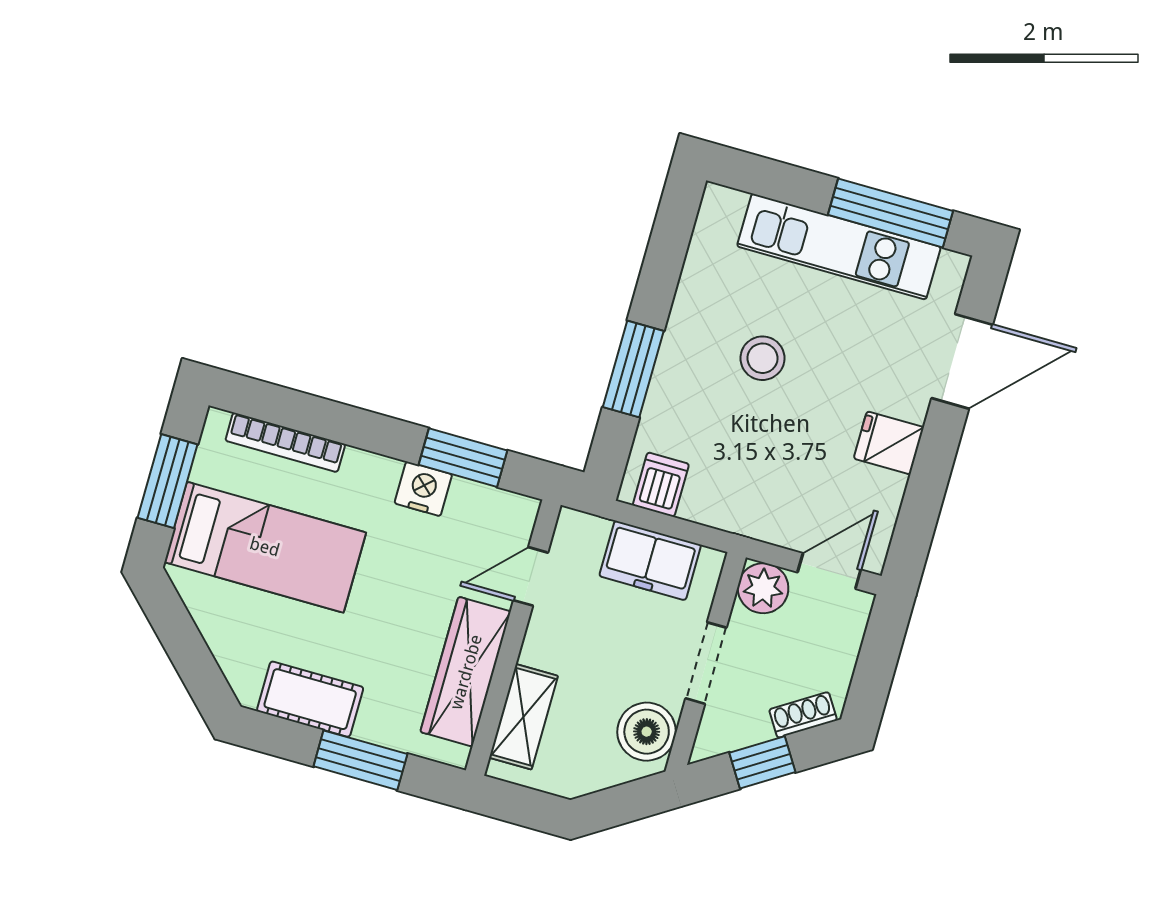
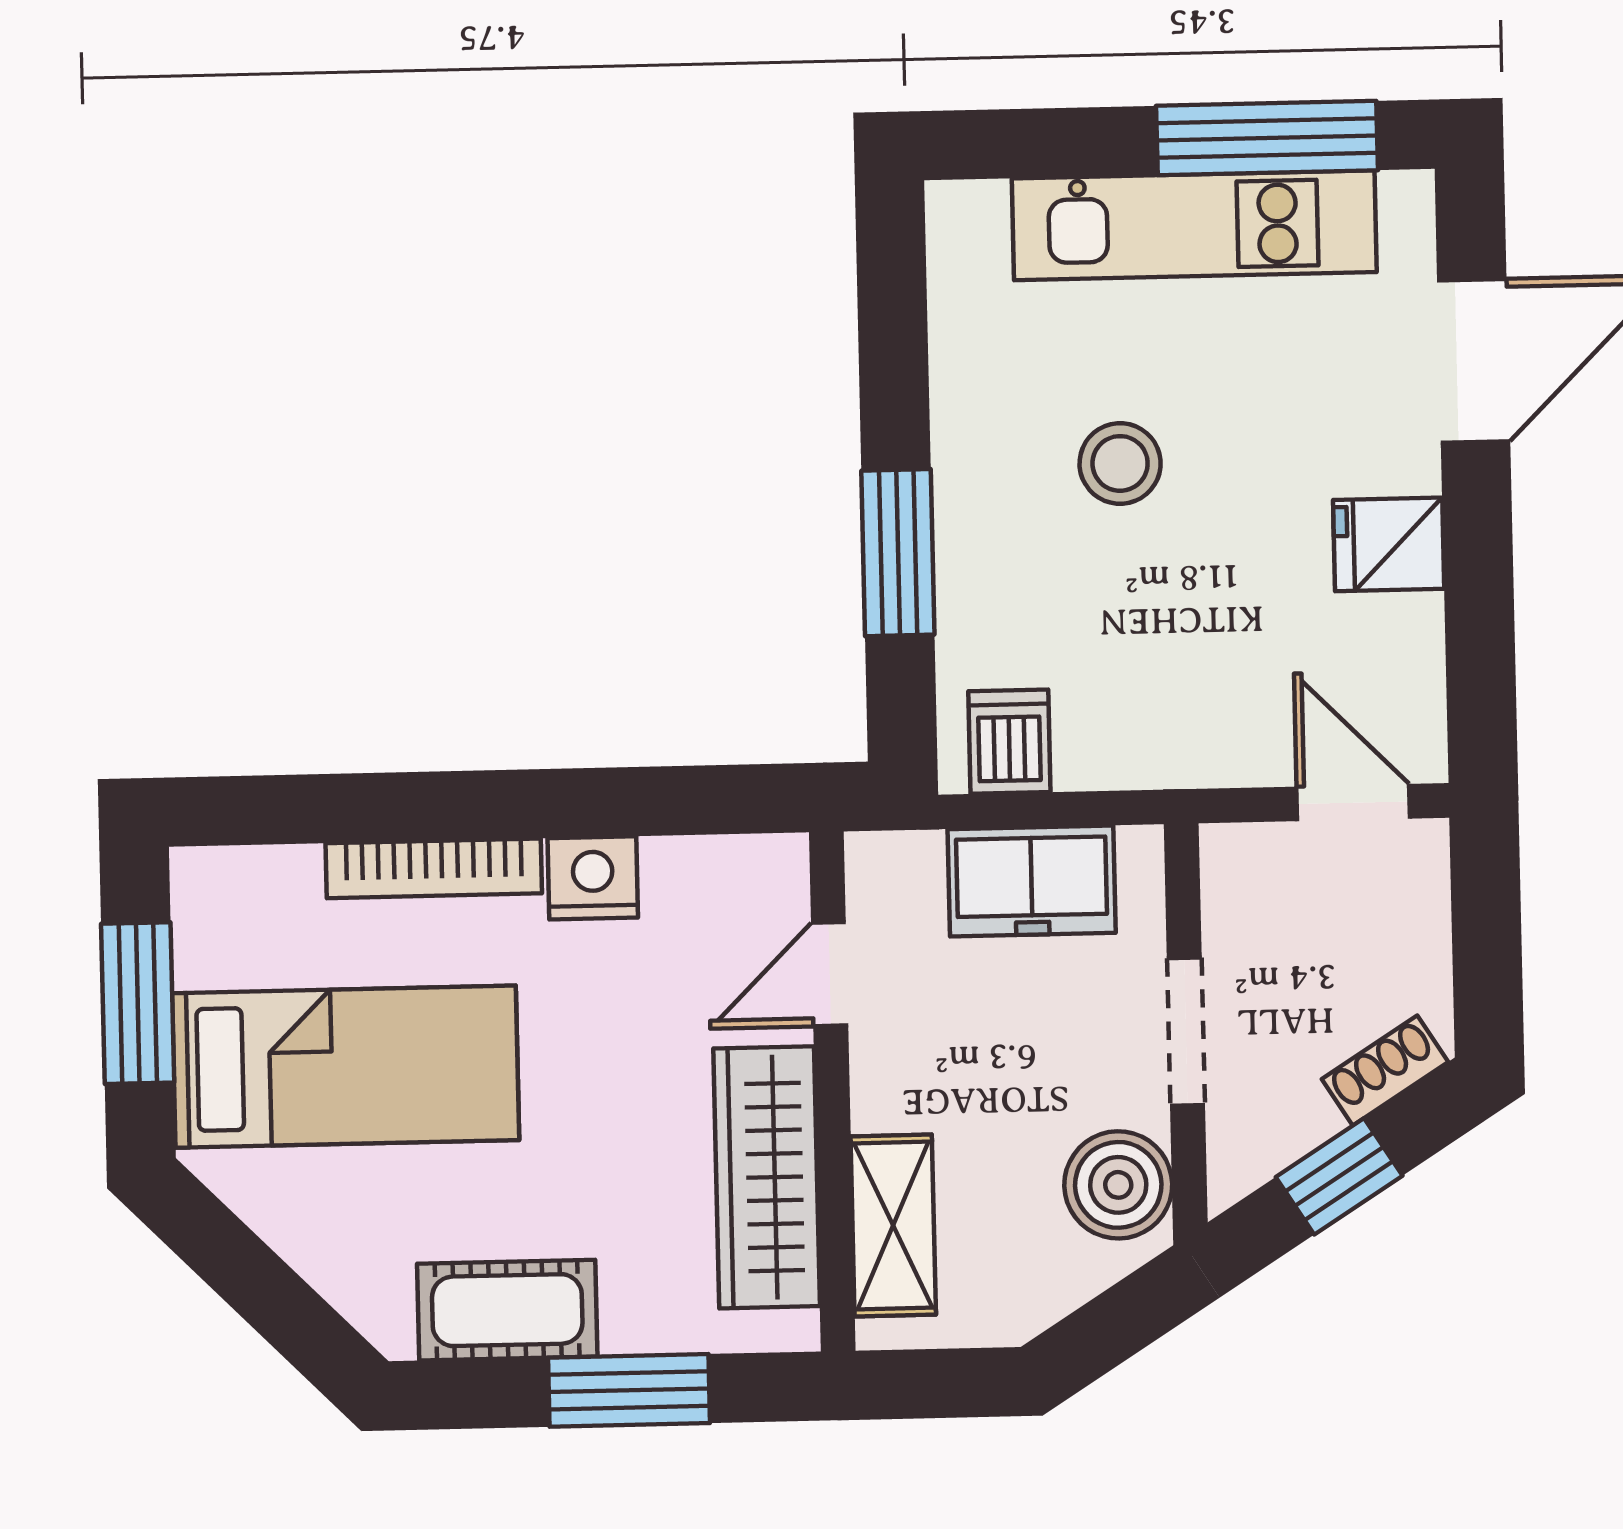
bookcase: (285, 442) -> (434, 868), moved
window: (463, 458) -> (646, 801), removed
door: (829, 571) -> (1353, 803), hinge flipped
plant: (763, 588) -> (1246, 869), removed

